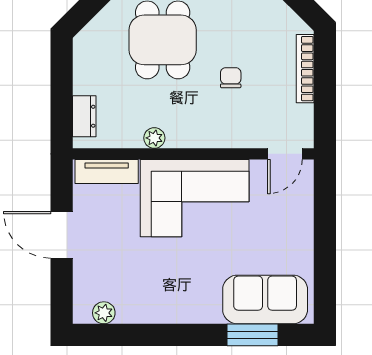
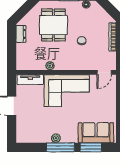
dresser: (84, 116) -> (21, 34), moved
plant: (104, 313) -> (56, 138), moved
window: (179, 335) -> (60, 147), added

